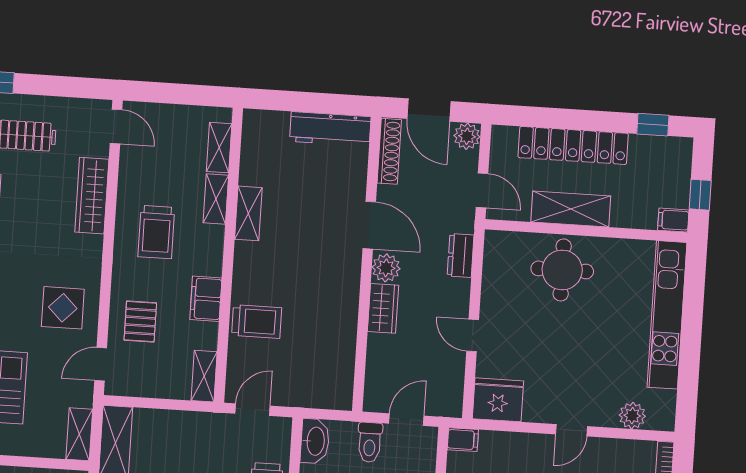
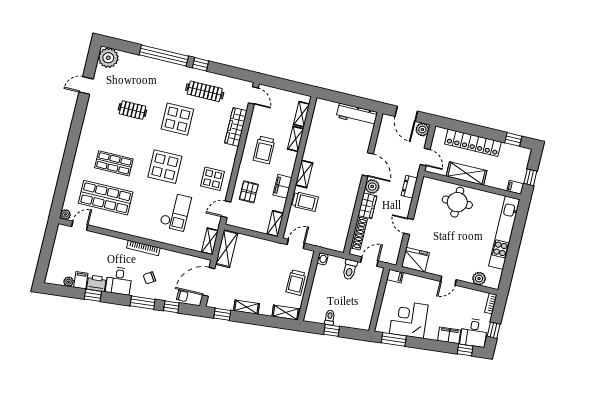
shoe rack: (389, 151) -> (359, 233), moved
shelving: (248, 213) -> (304, 174), moved
washbasin: (315, 441) -> (323, 259), width x0.52, depth x0.69

